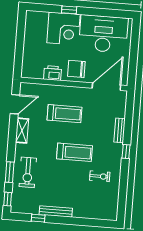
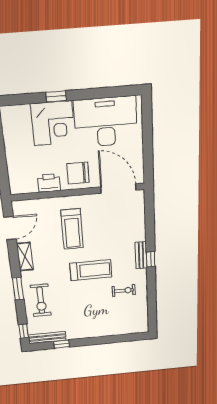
door: (106, 87) -> (118, 189), hinge flipped
treadmill: (64, 114) -> (72, 229), turned 90
bench: (120, 130) -> (141, 255), moved
window: (10, 172) -> (18, 289), moved
bench: (56, 211) -> (47, 338), moved

